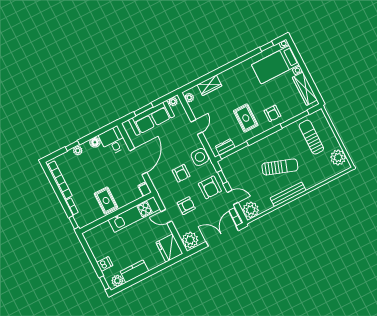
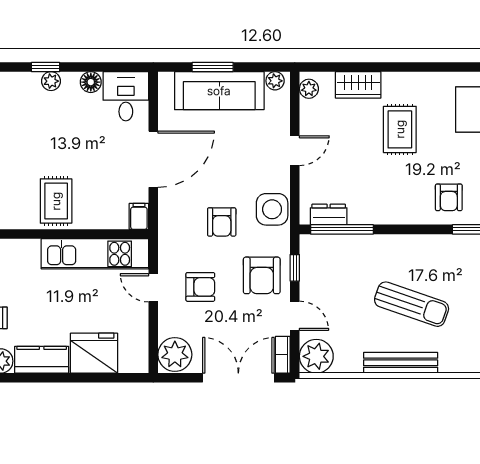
rug: (246, 118) -> (400, 129), moved
fridge: (169, 248) -> (94, 353), moved, turned 90

